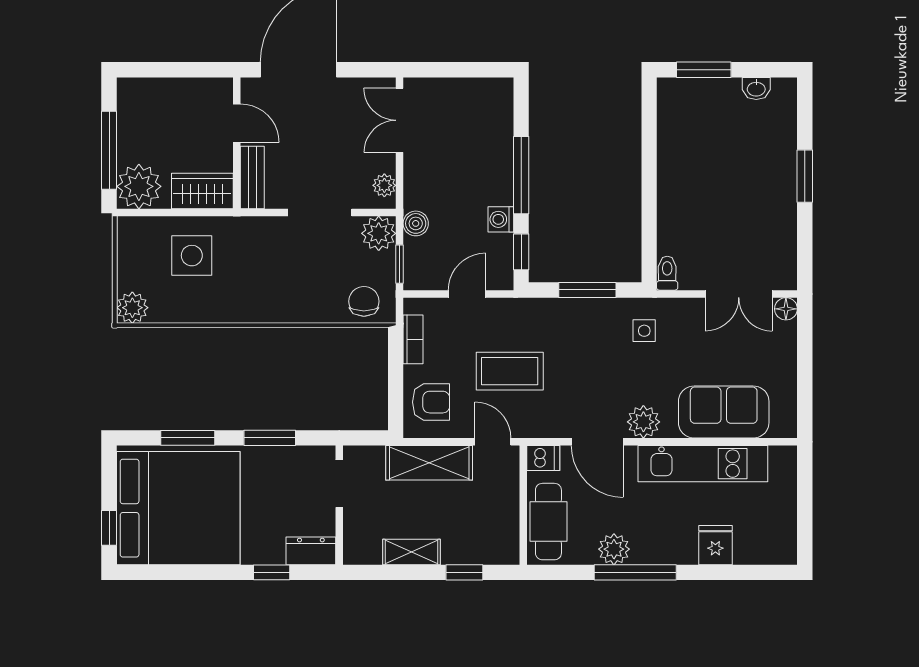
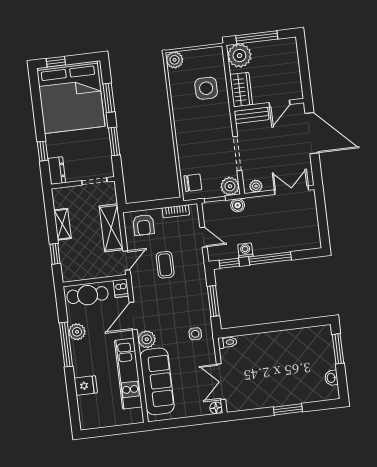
coffee table: (510, 371) -> (165, 265), width x0.73, depth x0.77
sofa: (724, 412) -> (157, 381), width x1.36

